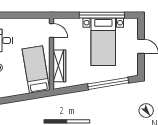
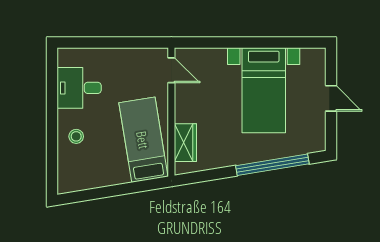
window: (102, 15) -> (261, 43), removed
wardrobe: (59, 66) -> (185, 143), width x0.67

